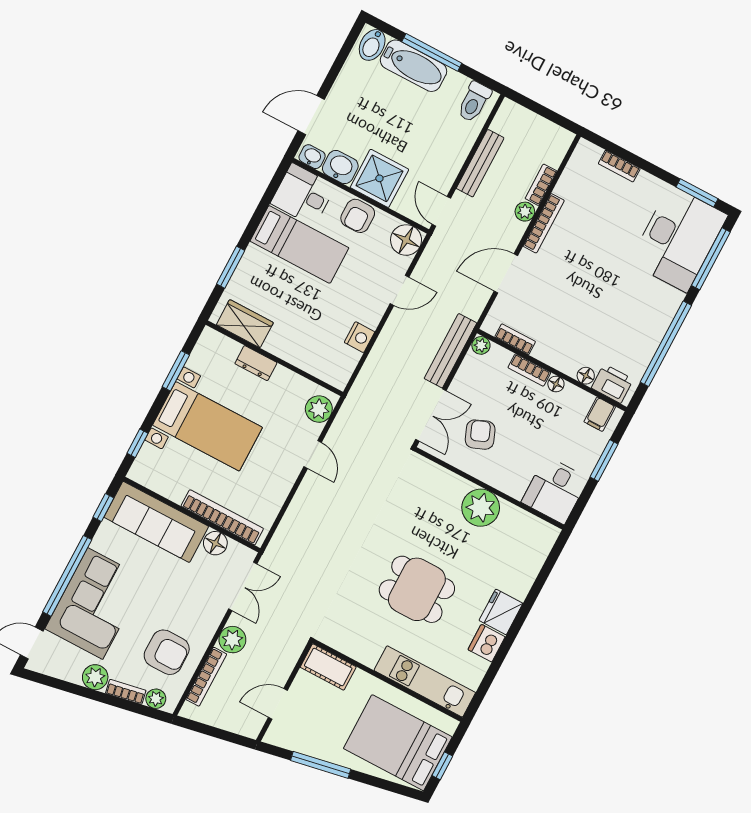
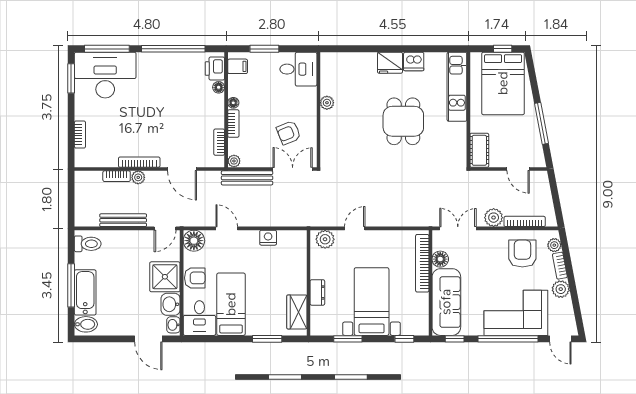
plant: (481, 508) -> (327, 103), width x0.53, depth x0.53

